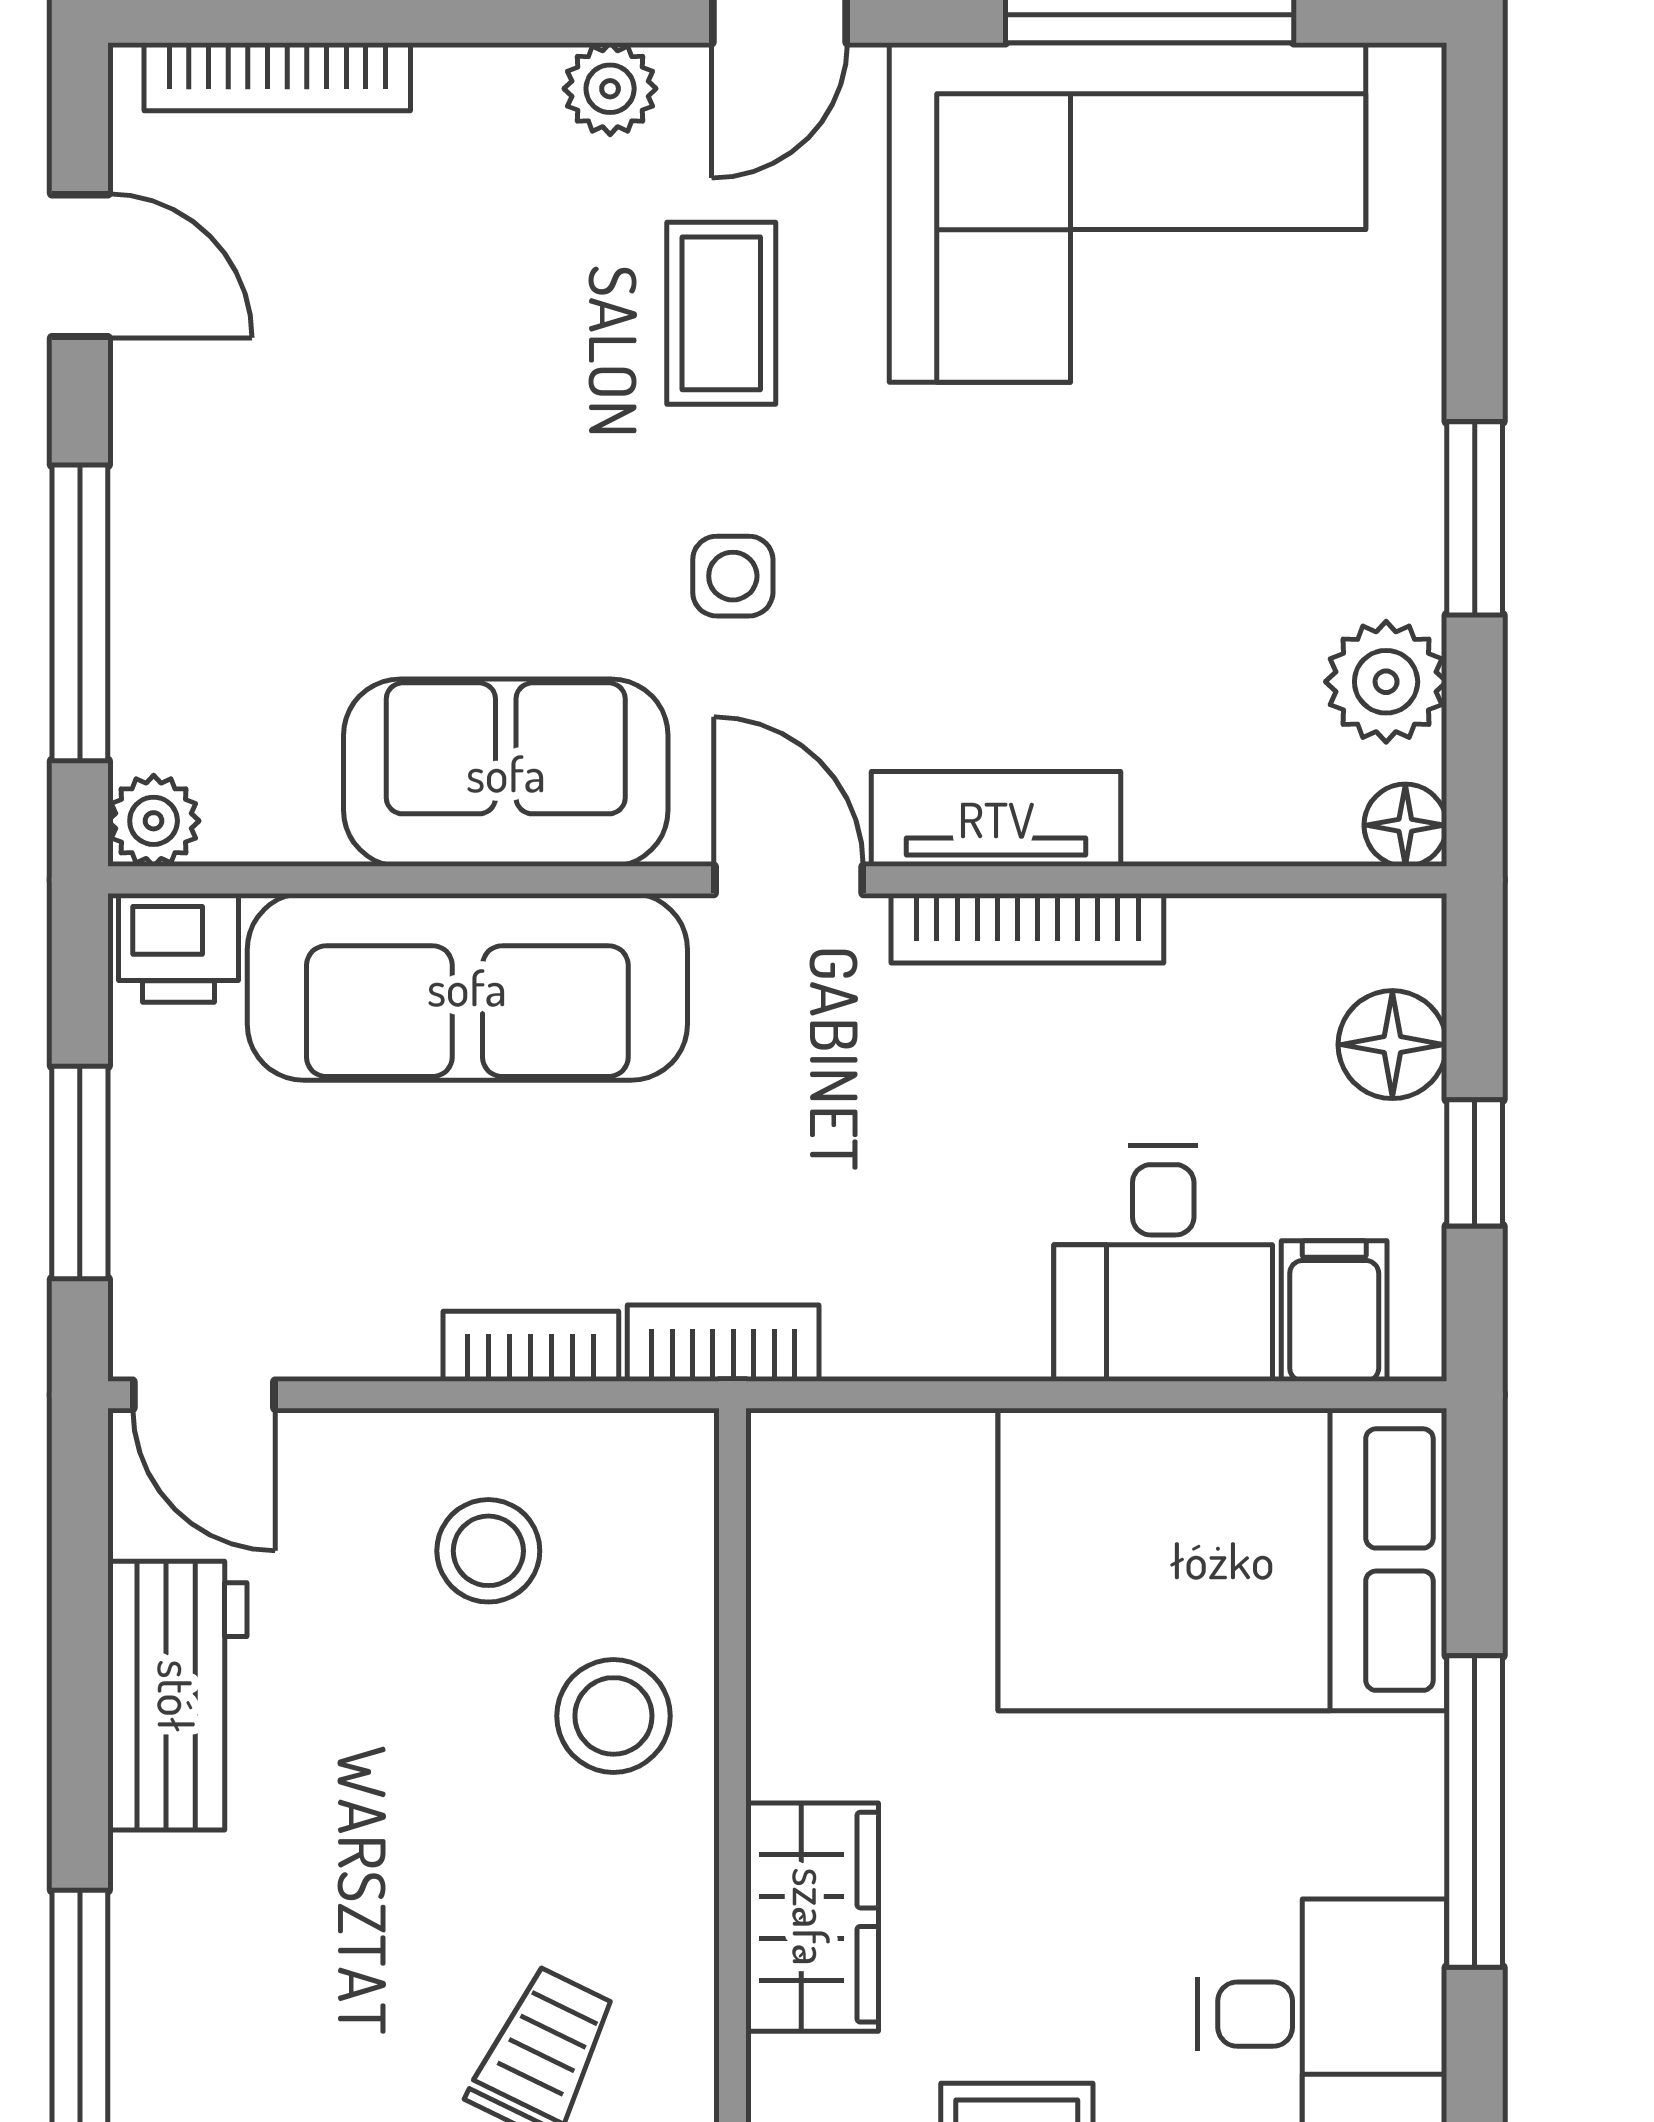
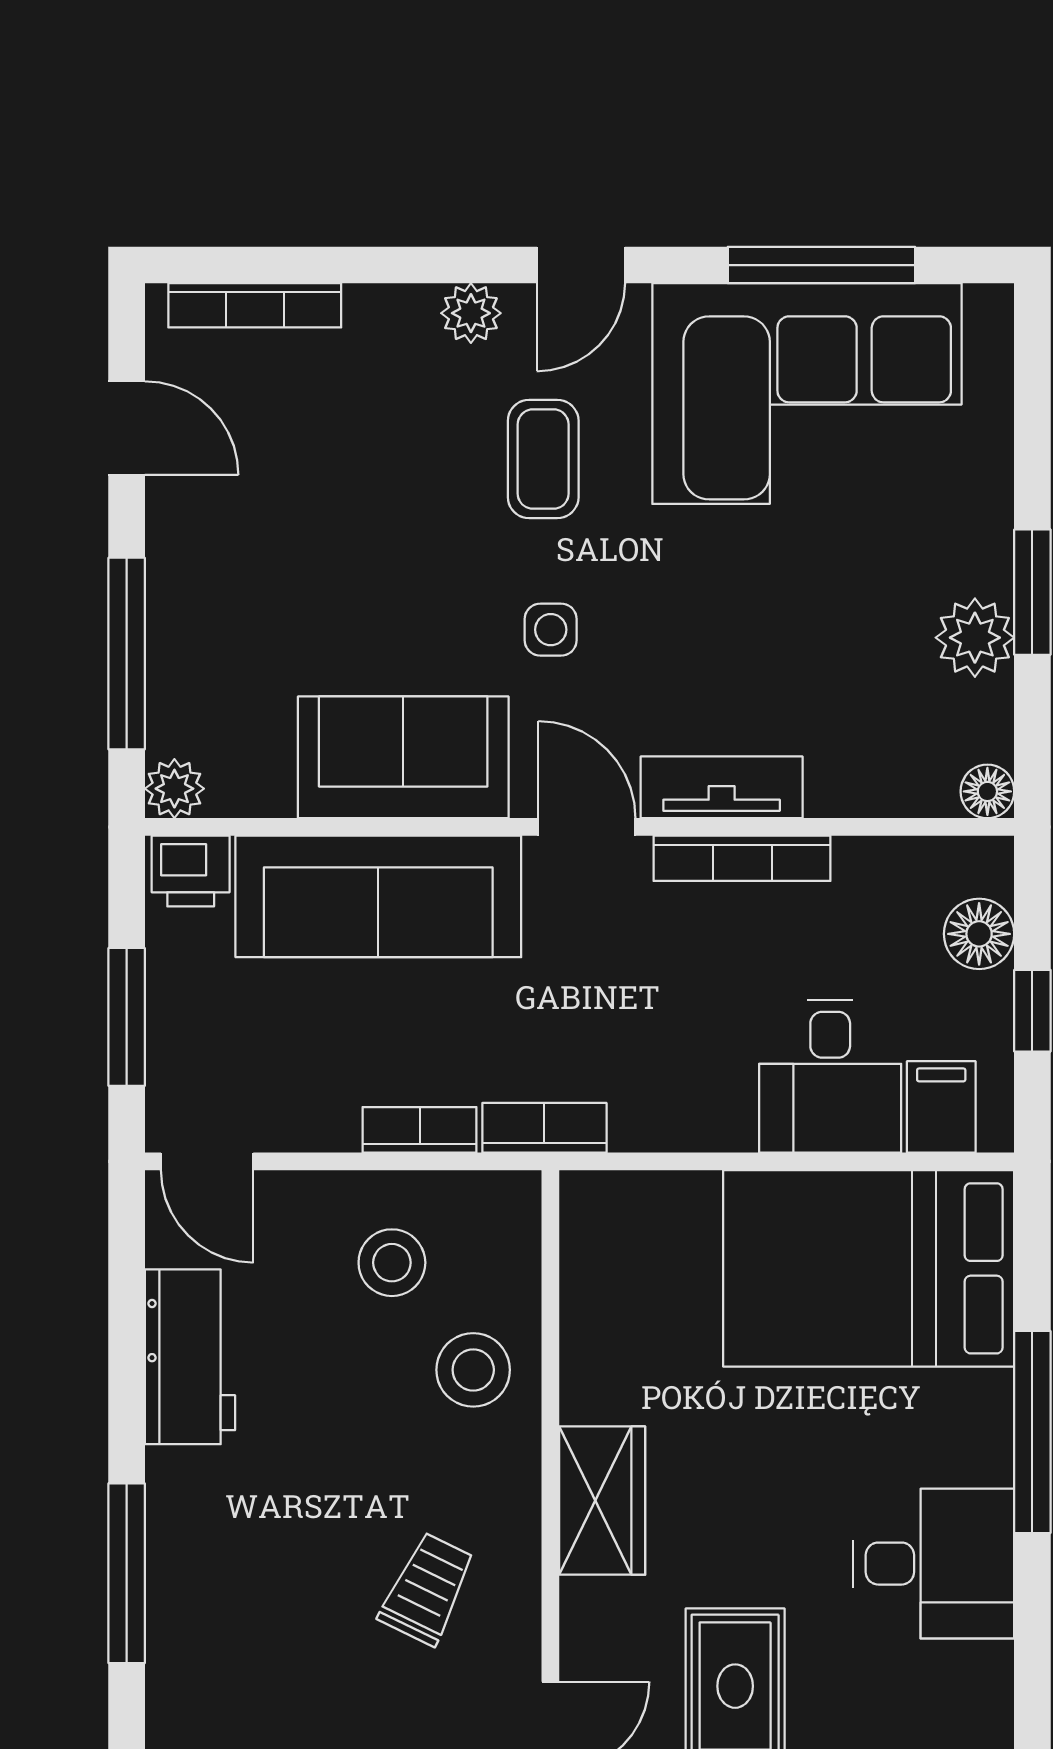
plant: (1386, 682) -> (975, 638), moved

